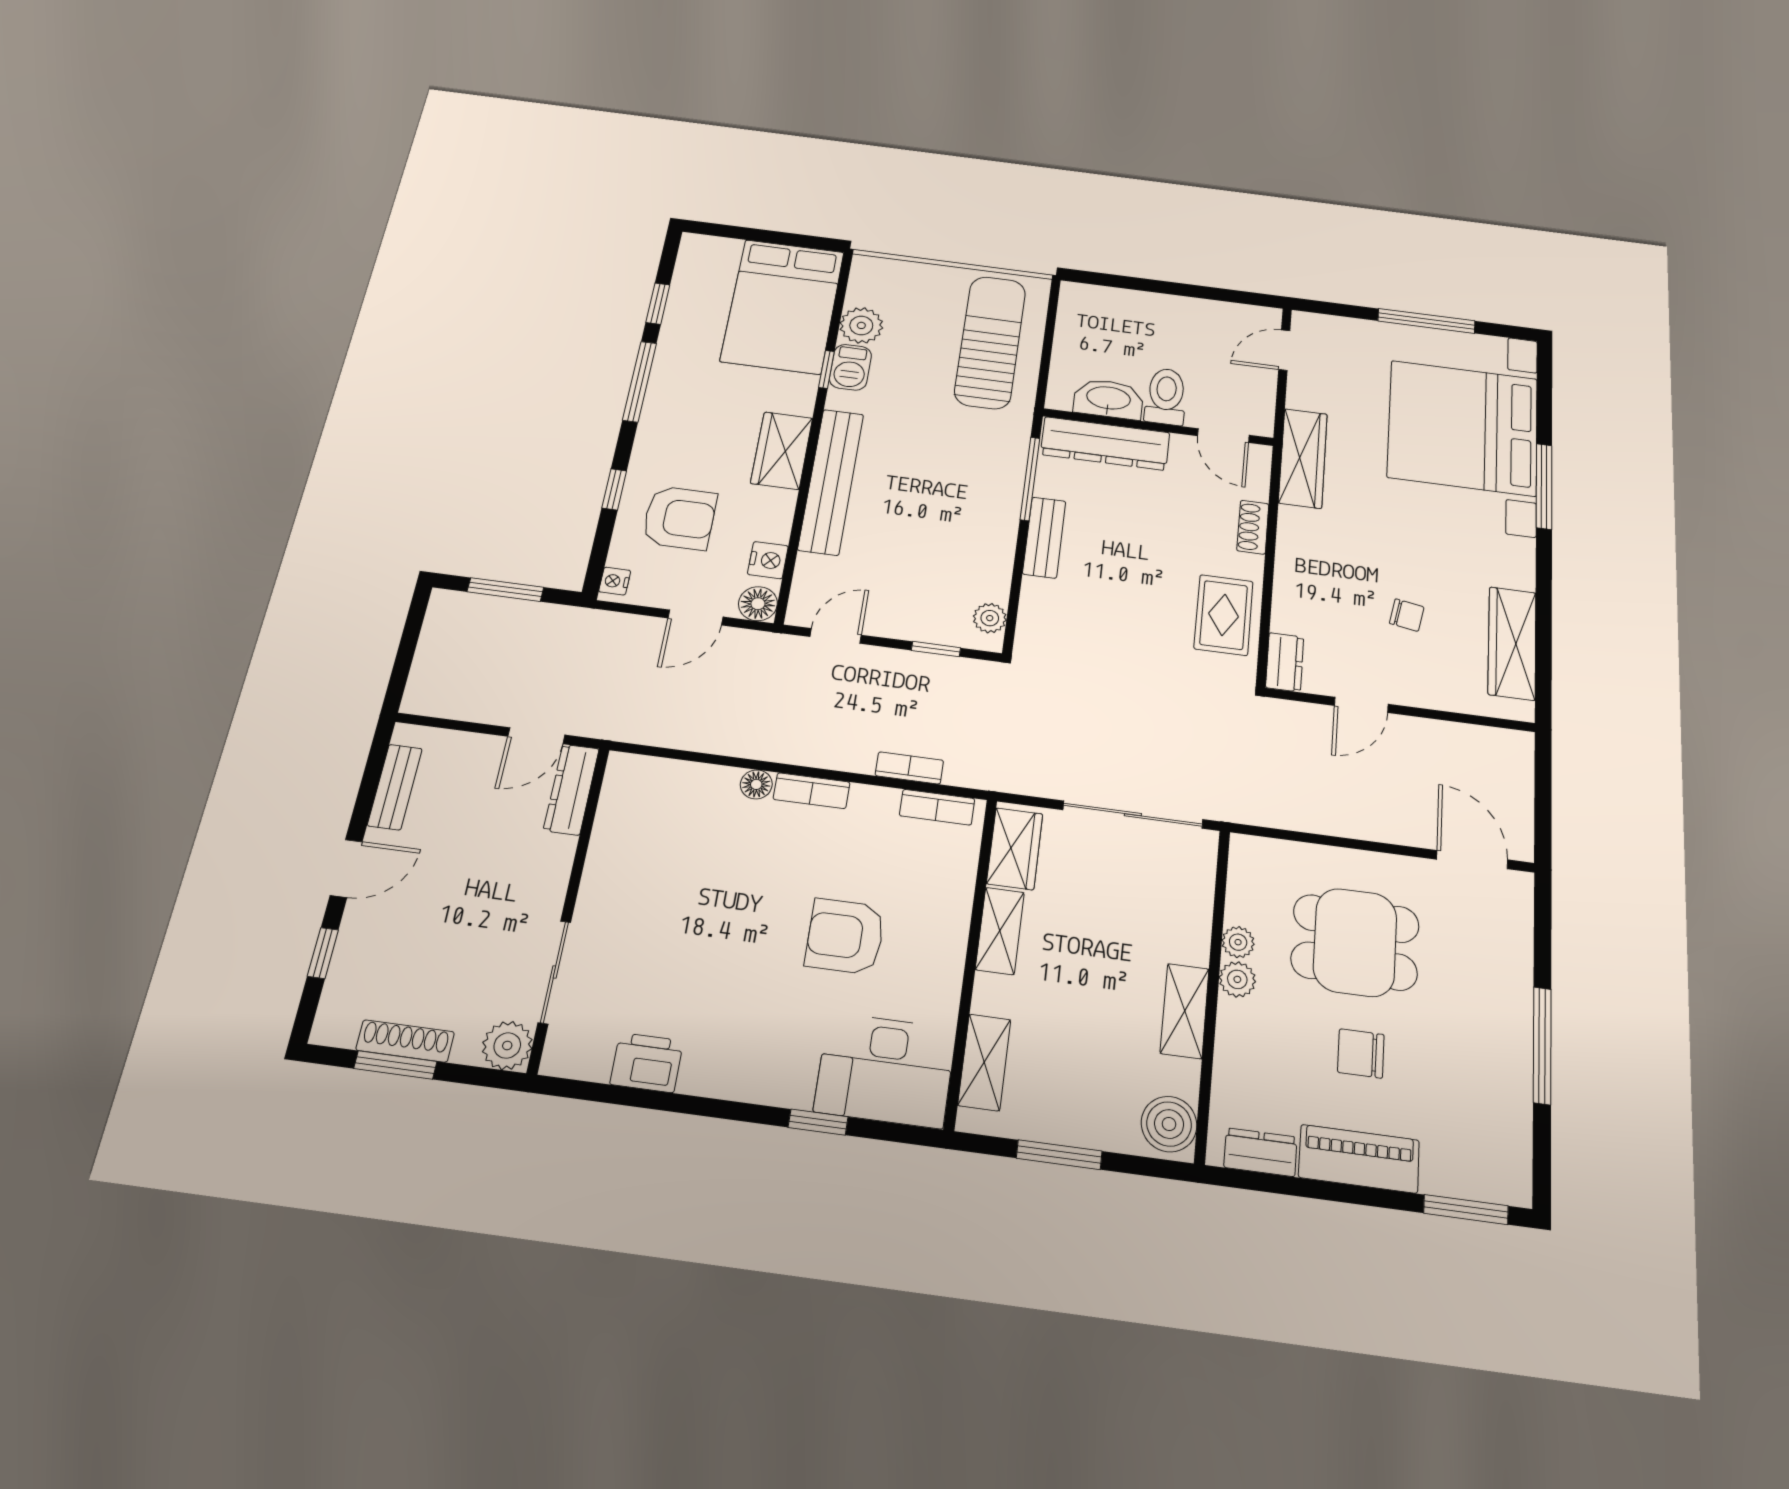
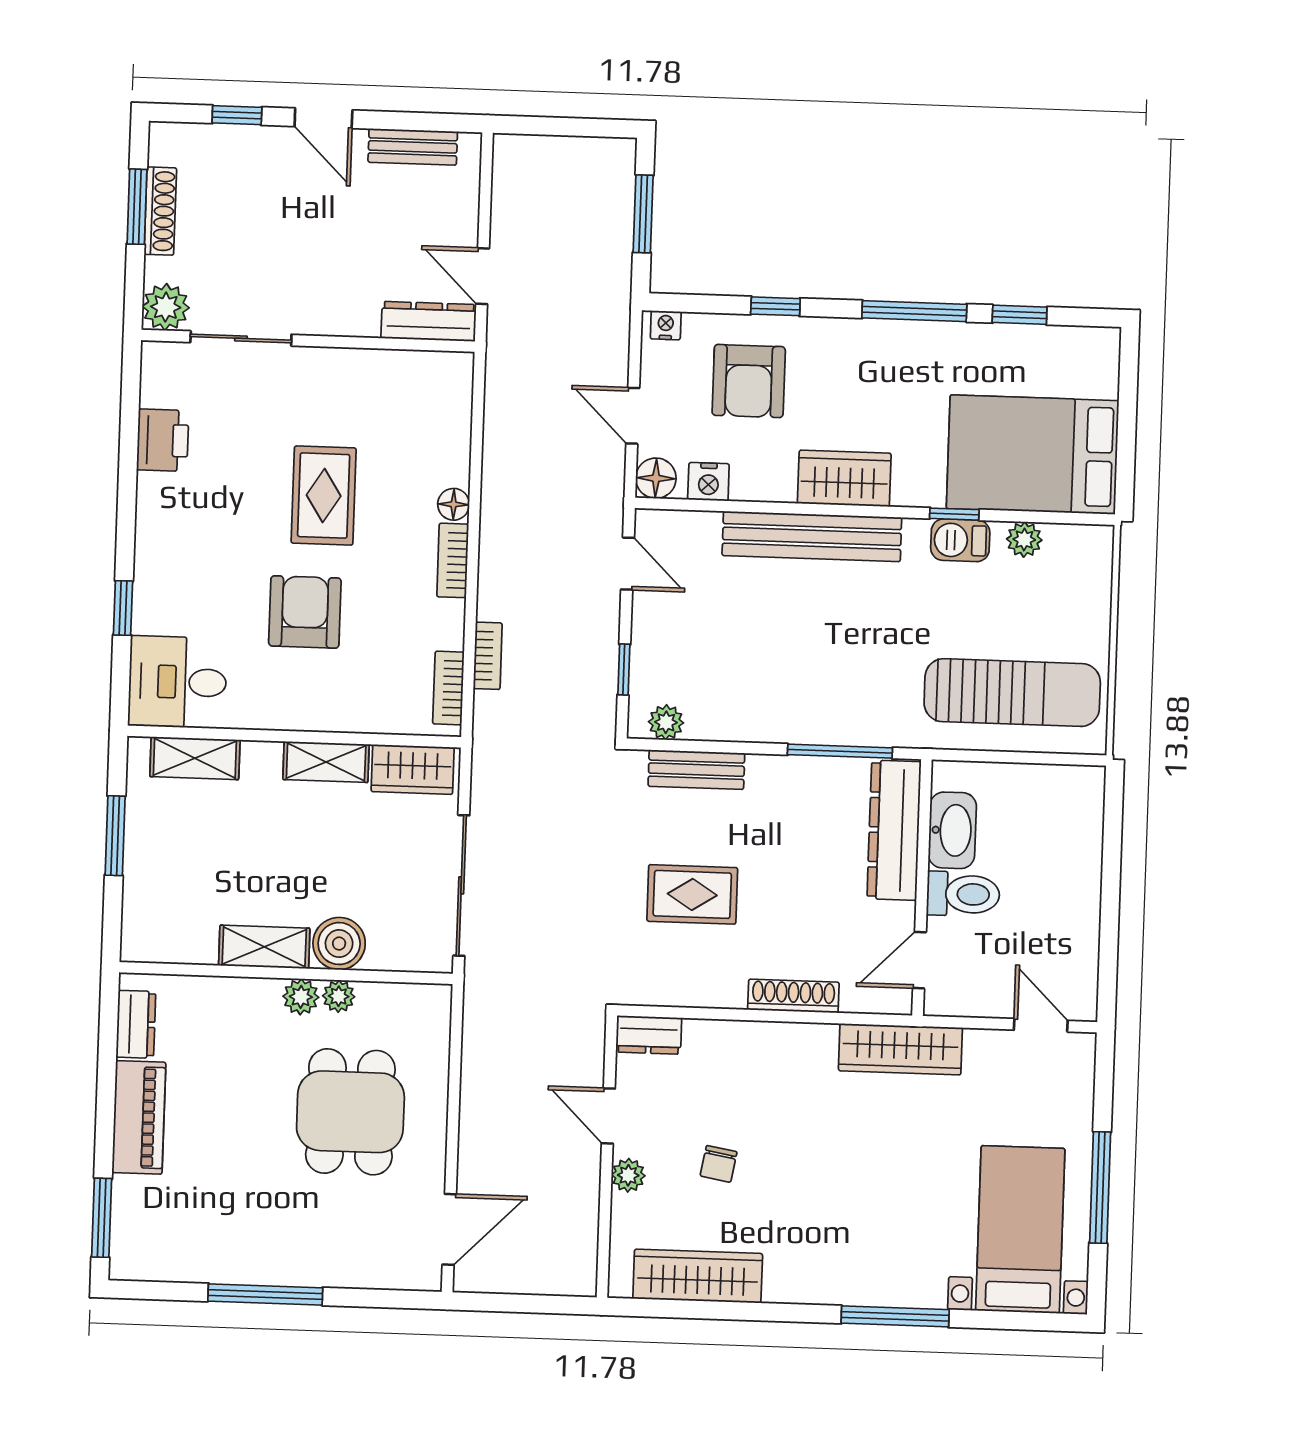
plant: (861, 325) -> (1024, 539), width x0.73, depth x0.73
bed with nightstands: (1463, 428) -> (1020, 1230), width x0.54
shoe rack: (1253, 527) -> (793, 996), width x1.43
bench: (1044, 537) -> (696, 770), moved
rug: (1224, 615) -> (692, 894), moved
plant: (1418, 693) -> (628, 1175), added
rug: (729, 906) -> (324, 496), added
chair: (1361, 1053) -> (240, 1118), removed
desk: (885, 1070) -> (177, 682), width x0.73
boiler: (1169, 1124) -> (339, 944), moved

